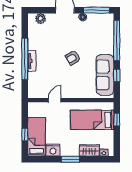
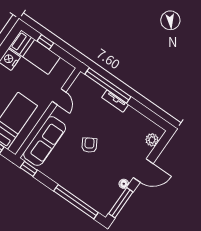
window: (25, 59) -> (108, 85), moved
sofa: (105, 75) -> (45, 141), moved, turned 90
window: (117, 75) -> (29, 169), moved

